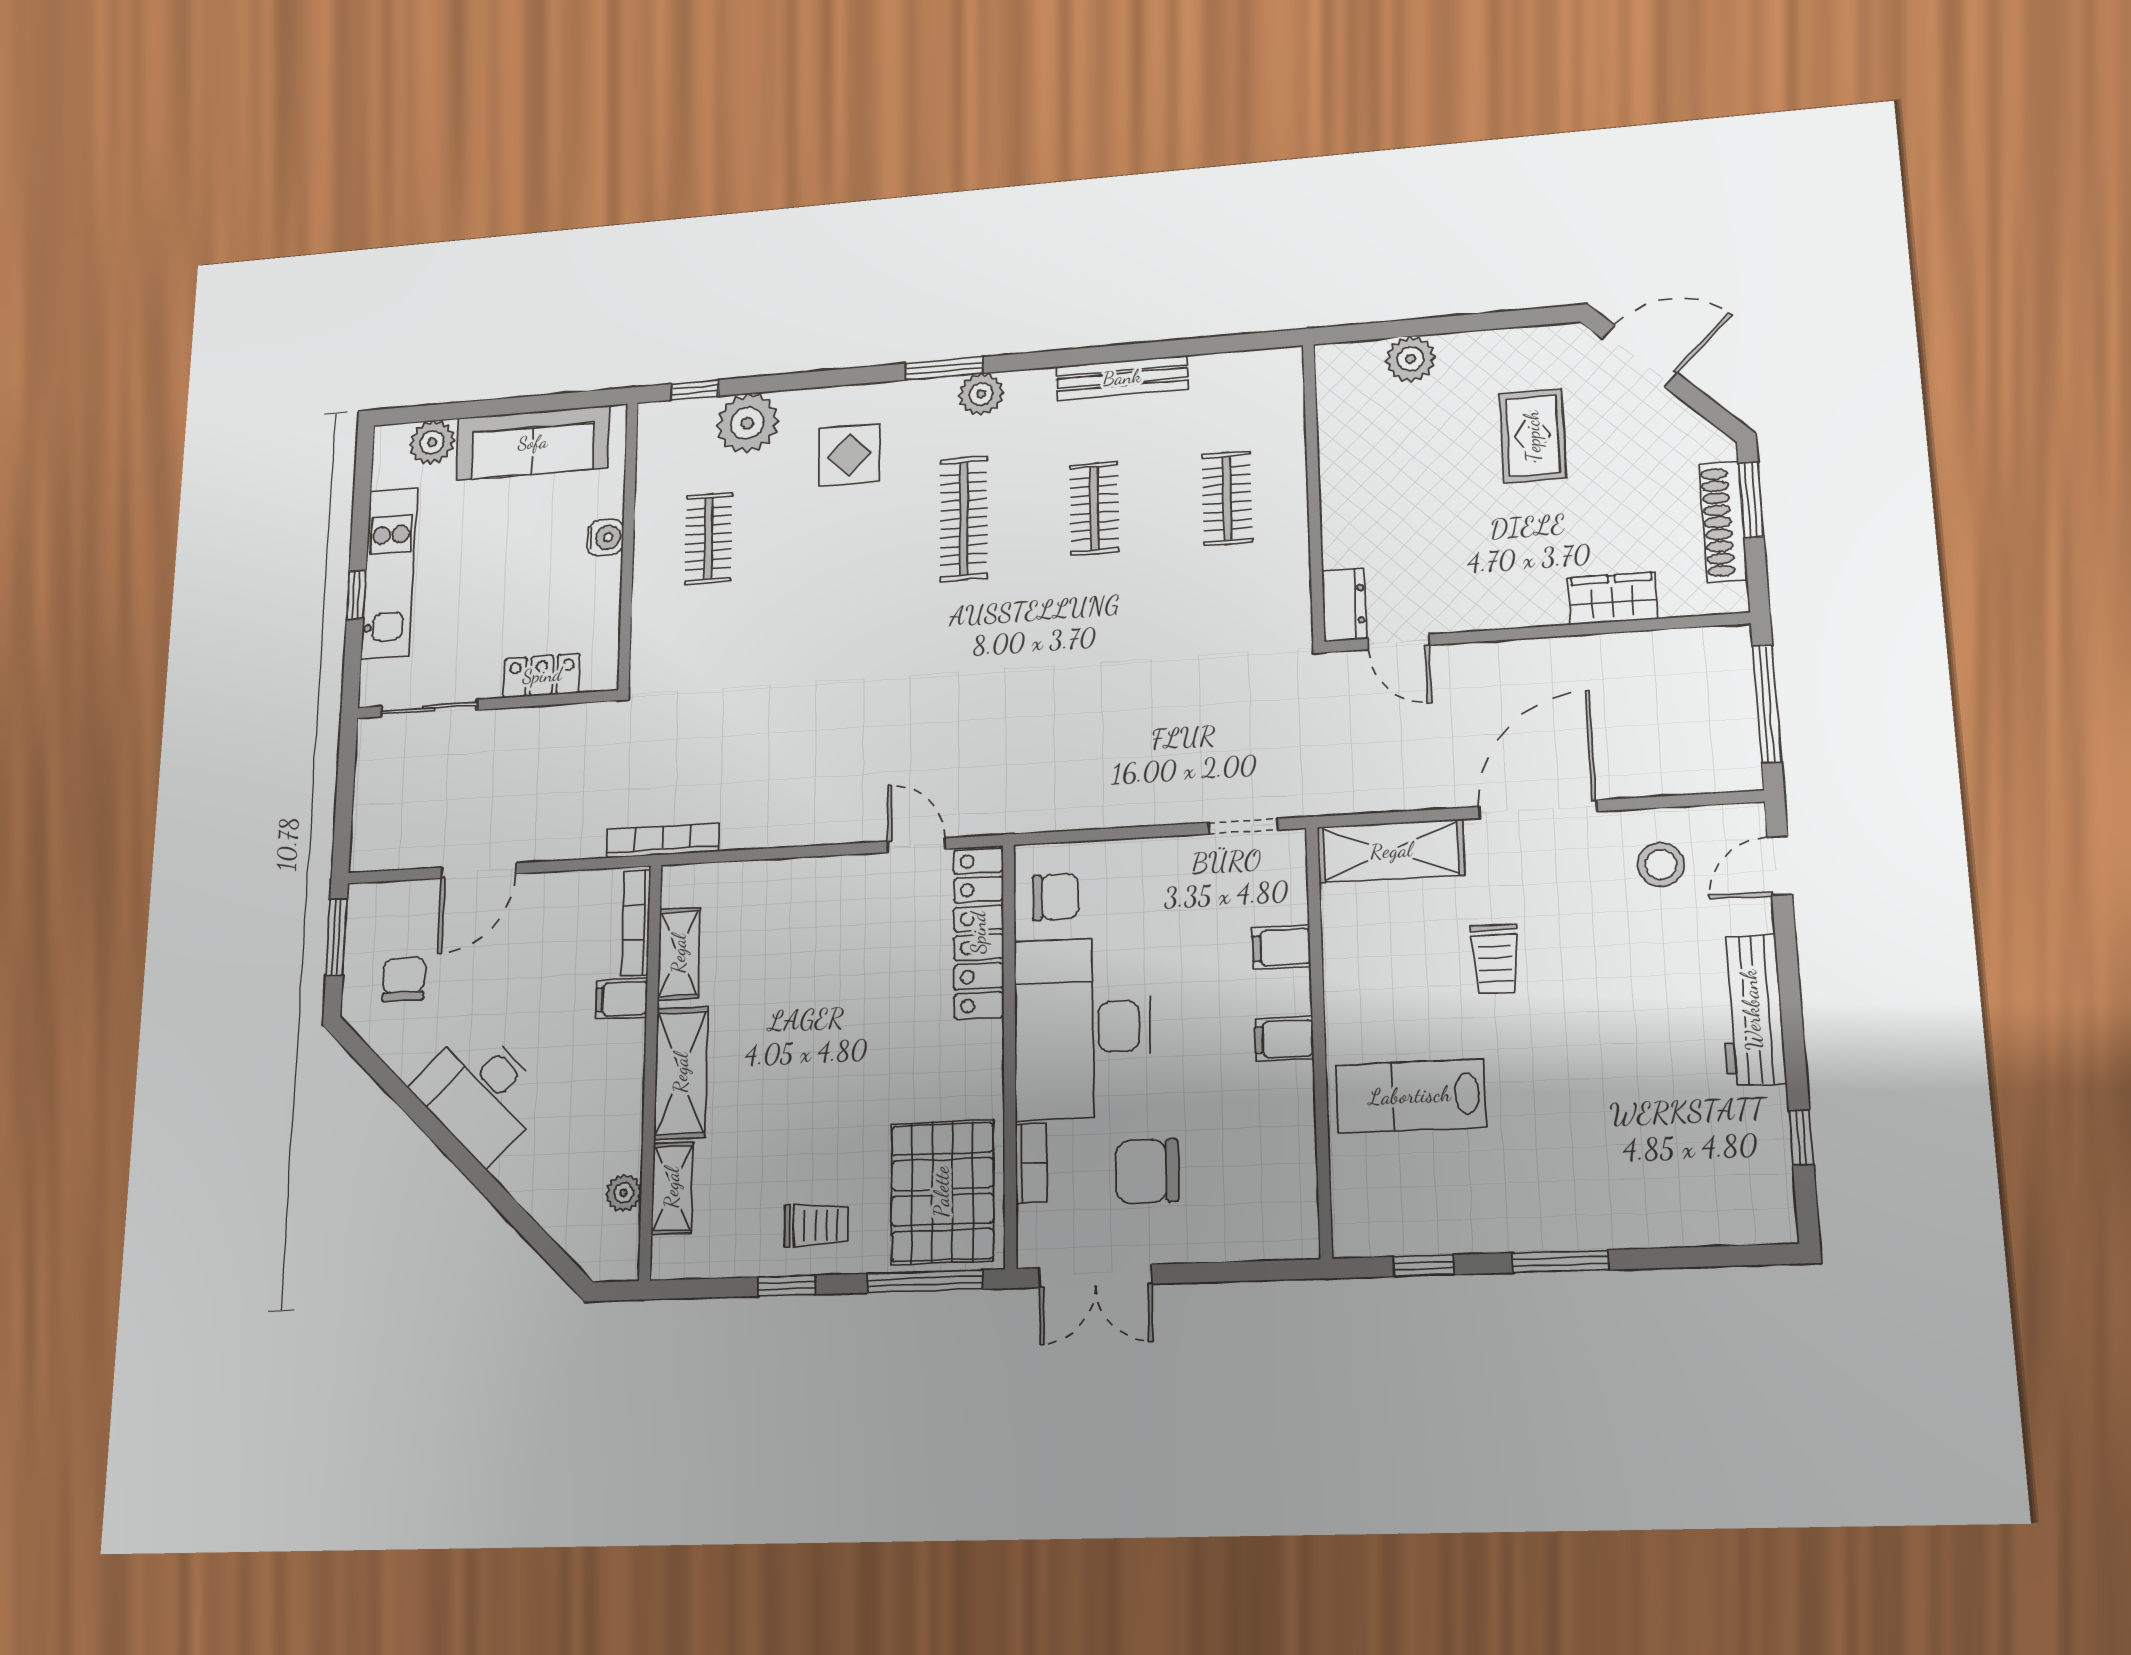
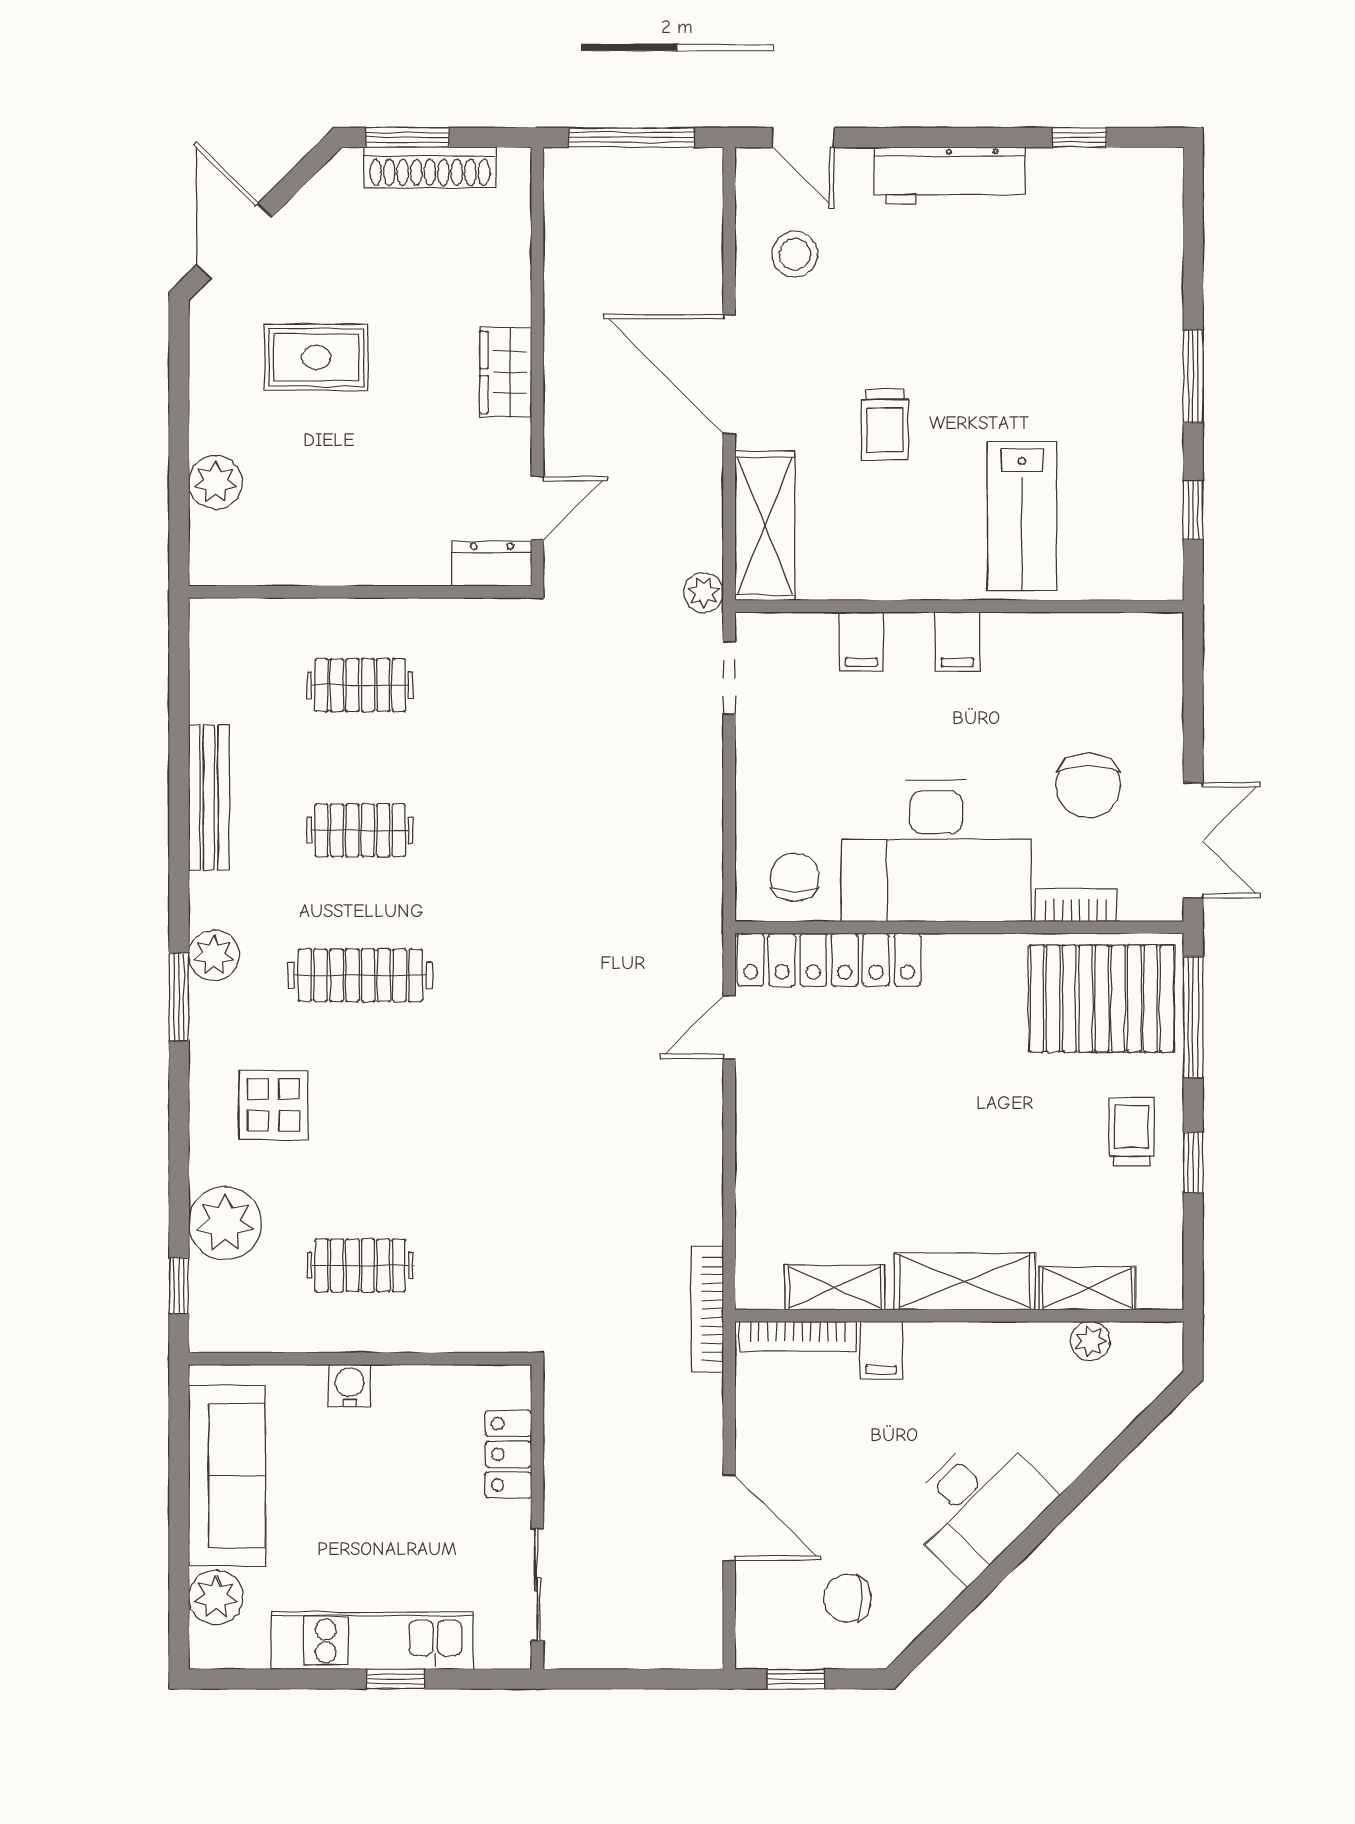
wardrobe: (1613, 598) -> (506, 372), moved
plant: (1324, 798) -> (704, 593), added
window: (336, 937) -> (796, 1679), width x0.67
trolley: (1495, 959) -> (885, 425), turned 90

